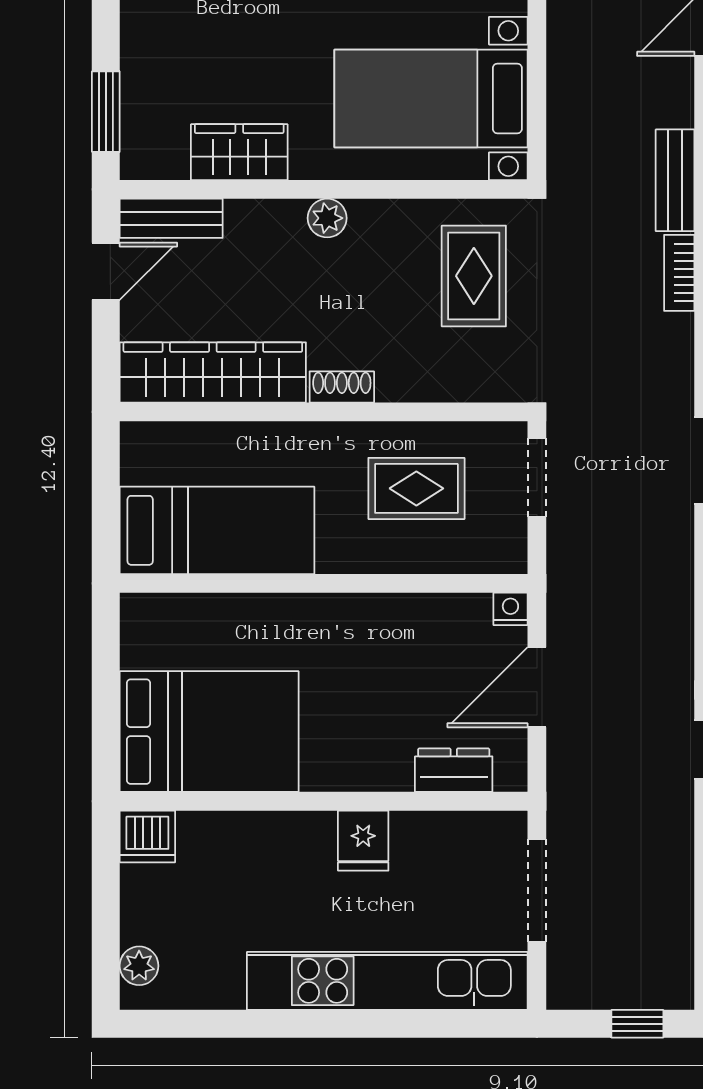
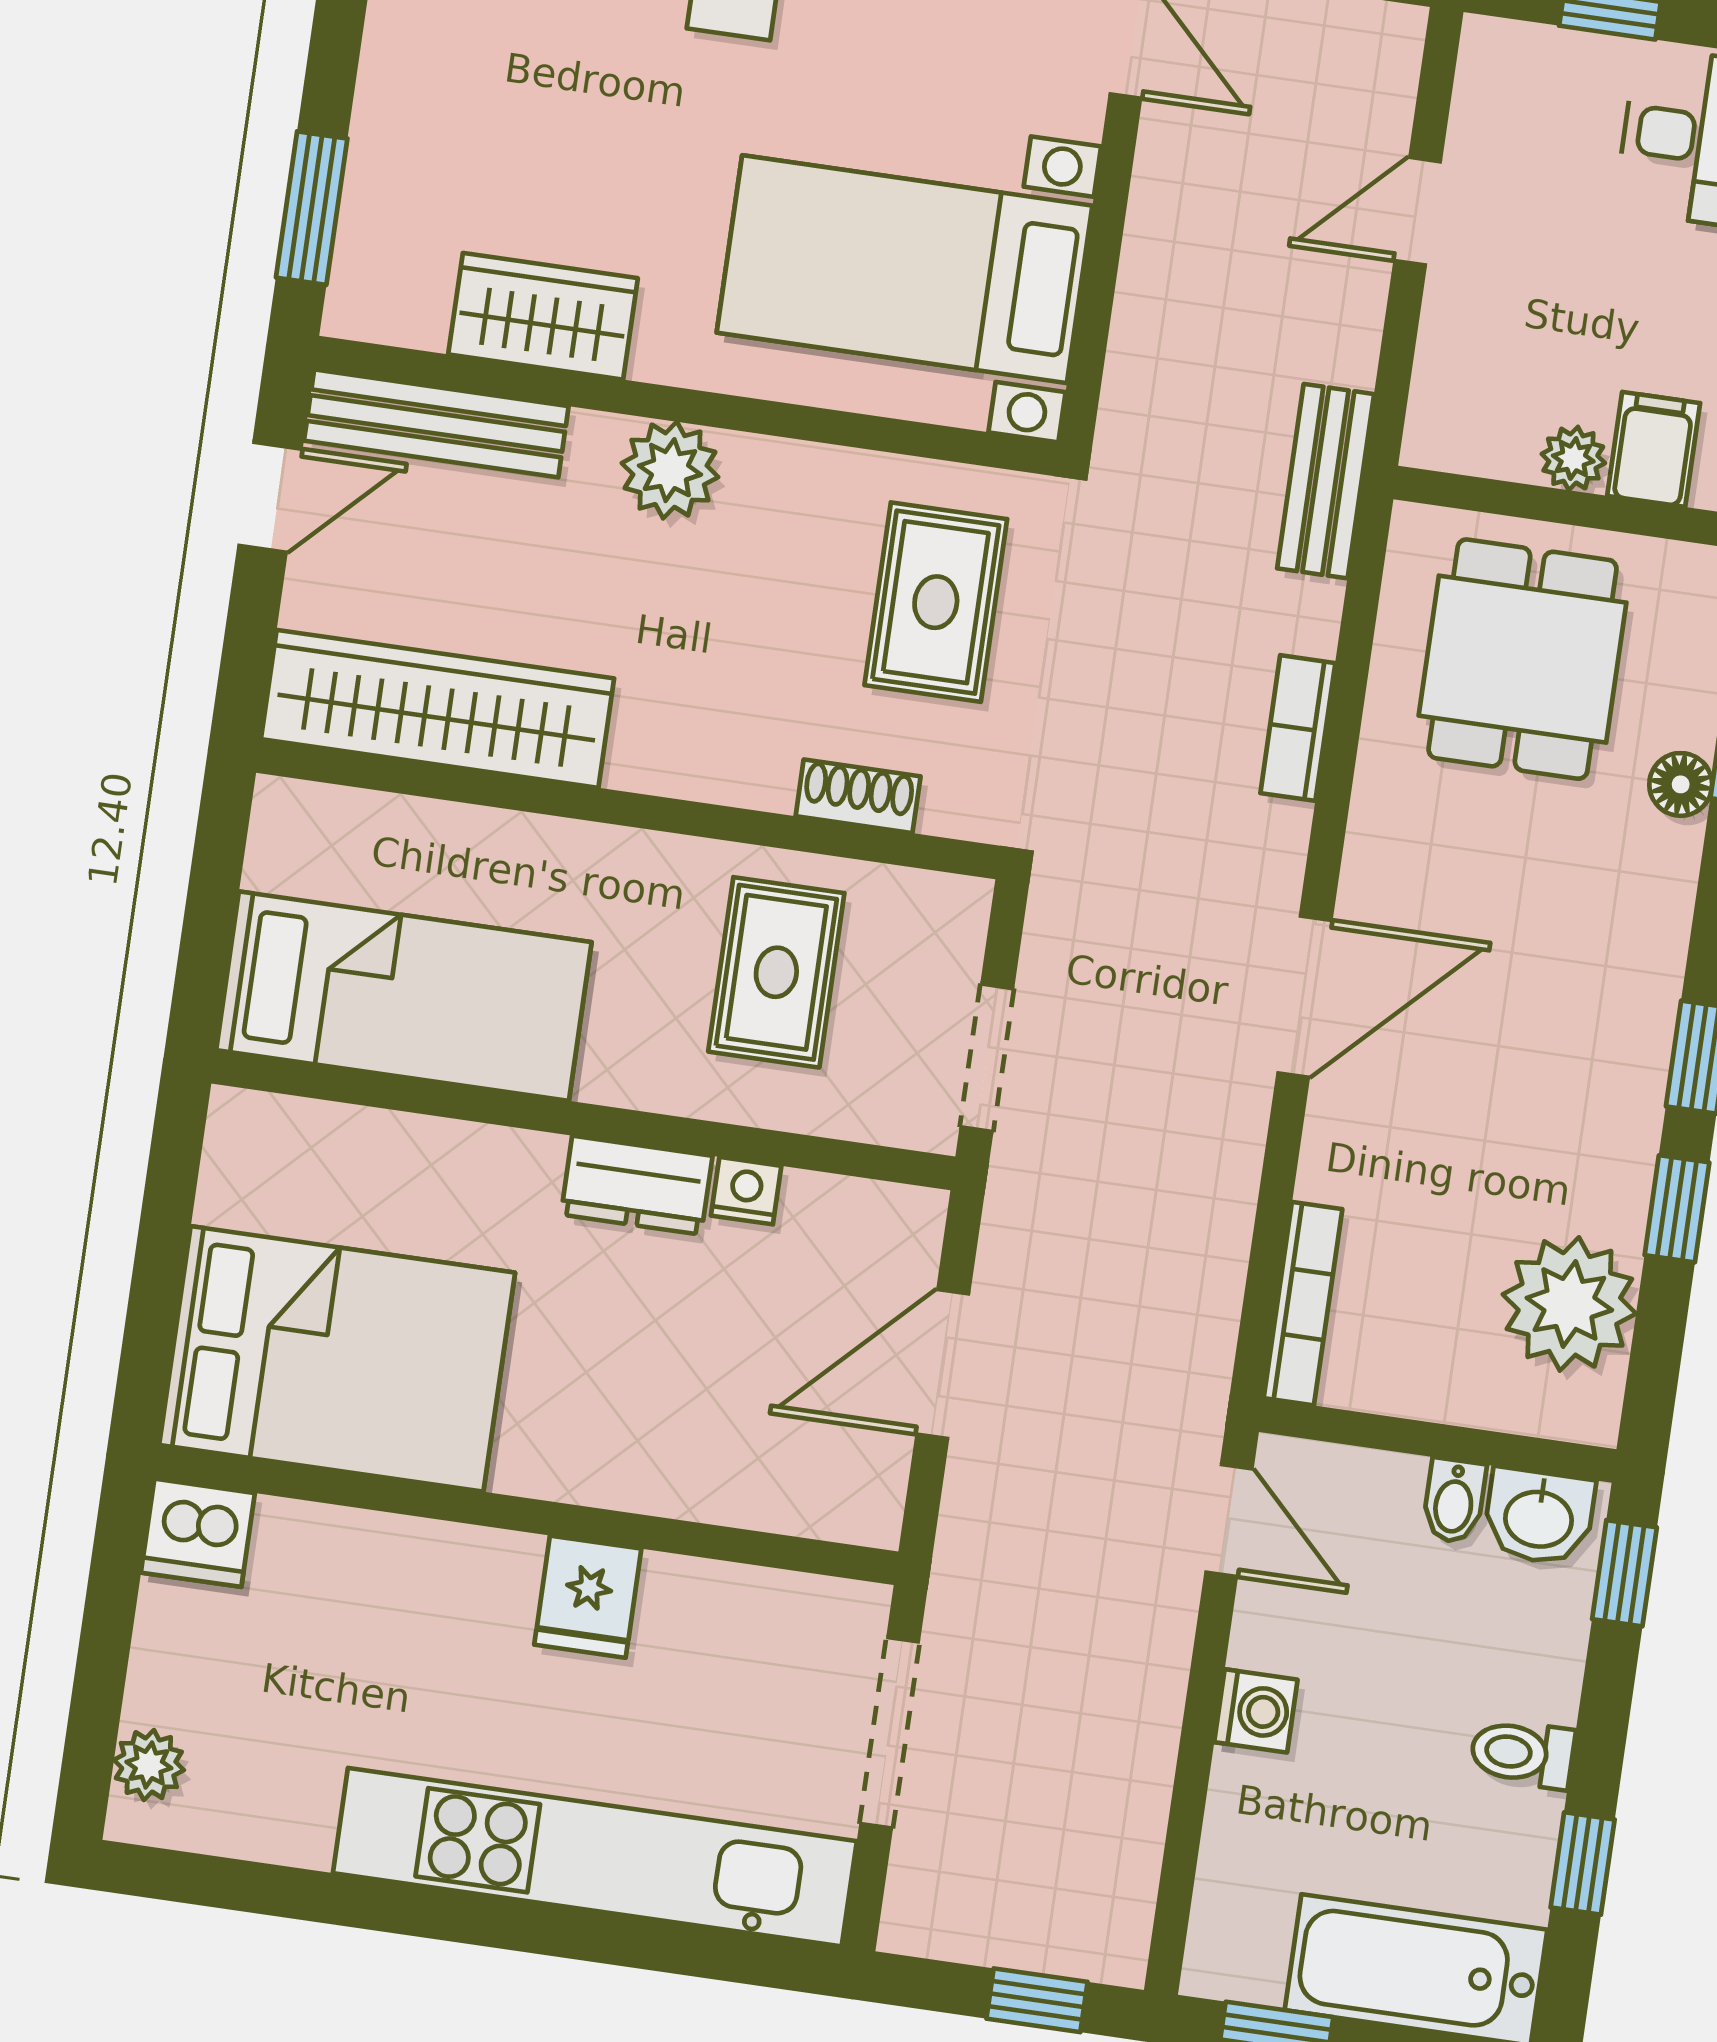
bench: (171, 218) -> (436, 423), width x1.36
plant: (327, 218) -> (670, 470), width x1.38, depth x1.38
bookcase: (679, 273) -> (1298, 728), moved
shoe rack: (342, 387) -> (858, 796), moved
doorway: (537, 477) -> (987, 1058), moved
rug: (416, 488) -> (776, 972), turned 90
nightstand: (510, 609) -> (746, 1191), moved
dresser: (454, 770) -> (637, 1185), moved, turned 180

